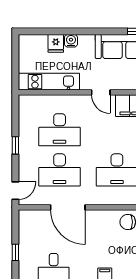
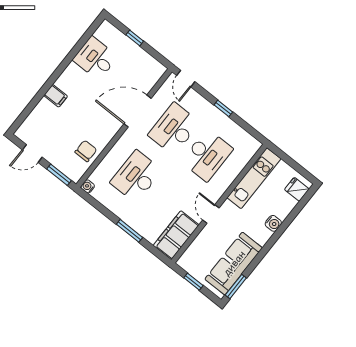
fridge: (56, 43) -> (297, 189), moved
door: (101, 92) -> (211, 214), hinge flipped
desk: (60, 130) -> (207, 155), turned 180

